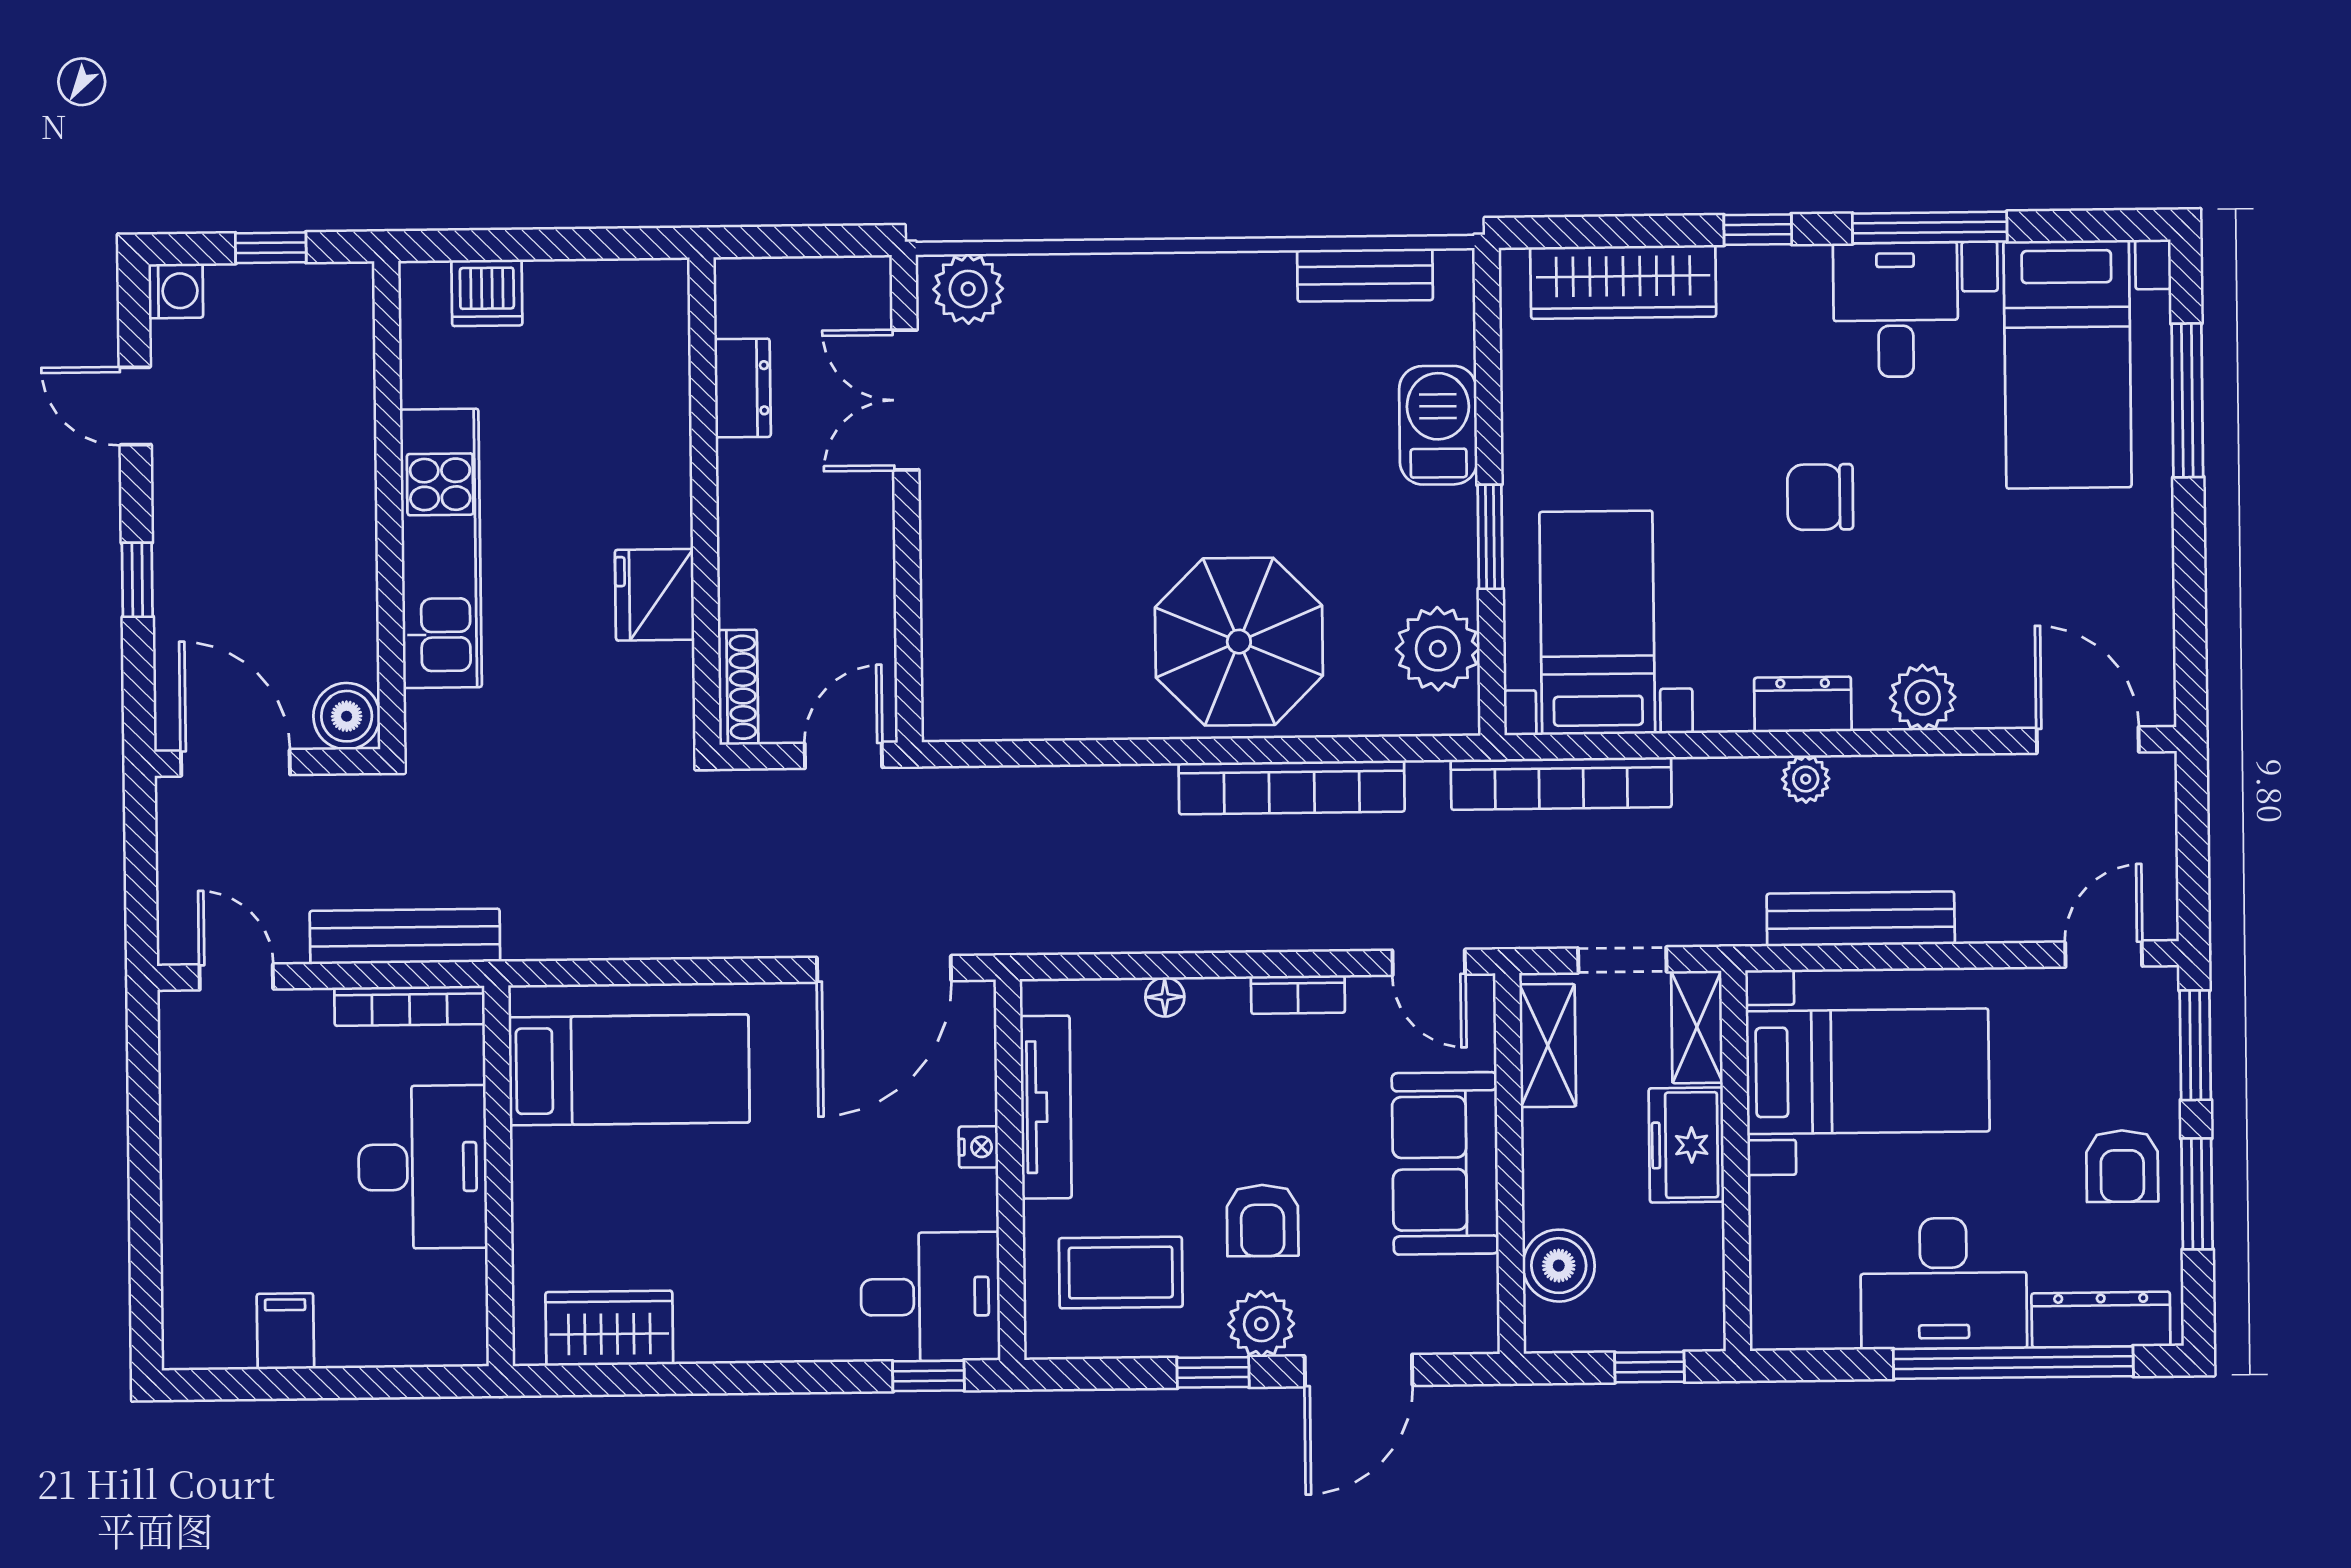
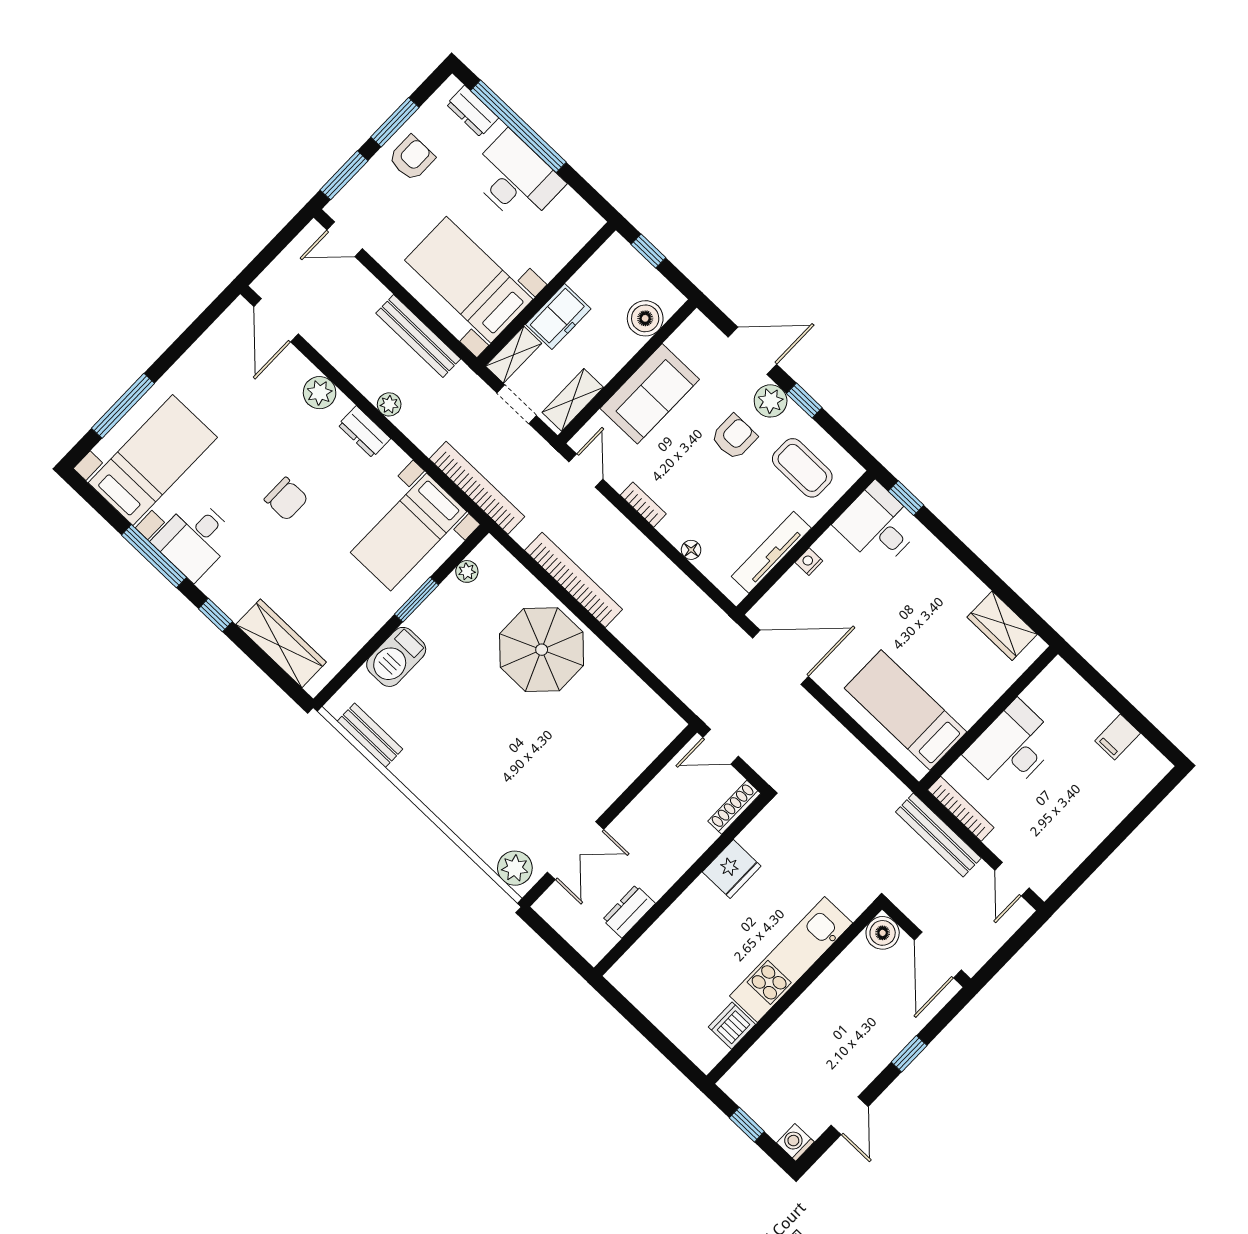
dishwasher: (487, 293) -> (732, 1026), moved, turned -90
plant: (1438, 649) -> (467, 571), width x0.53, depth x0.53
dresser: (2101, 1320) -> (472, 111), width x0.70

